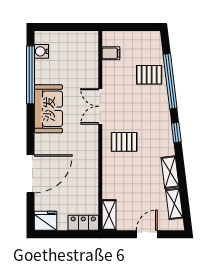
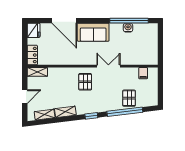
water cooler: (41, 51) -> (128, 28), moved
sofa: (48, 109) -> (93, 32), moved
door: (147, 234) -> (25, 97), hinge flipped

